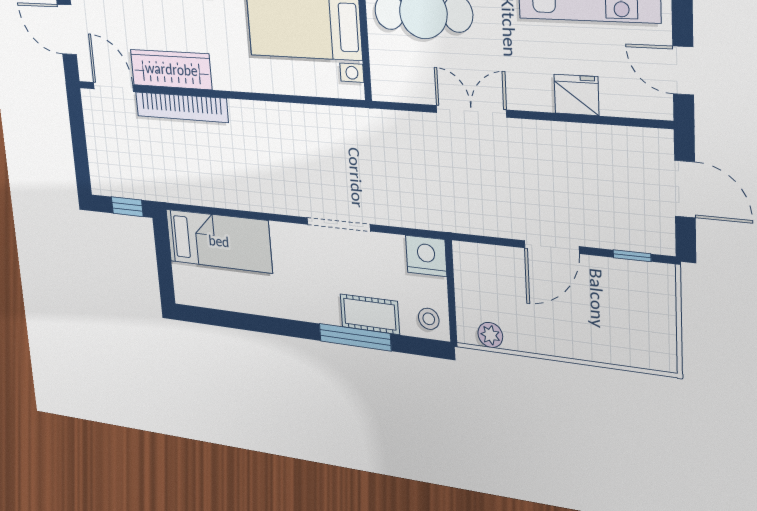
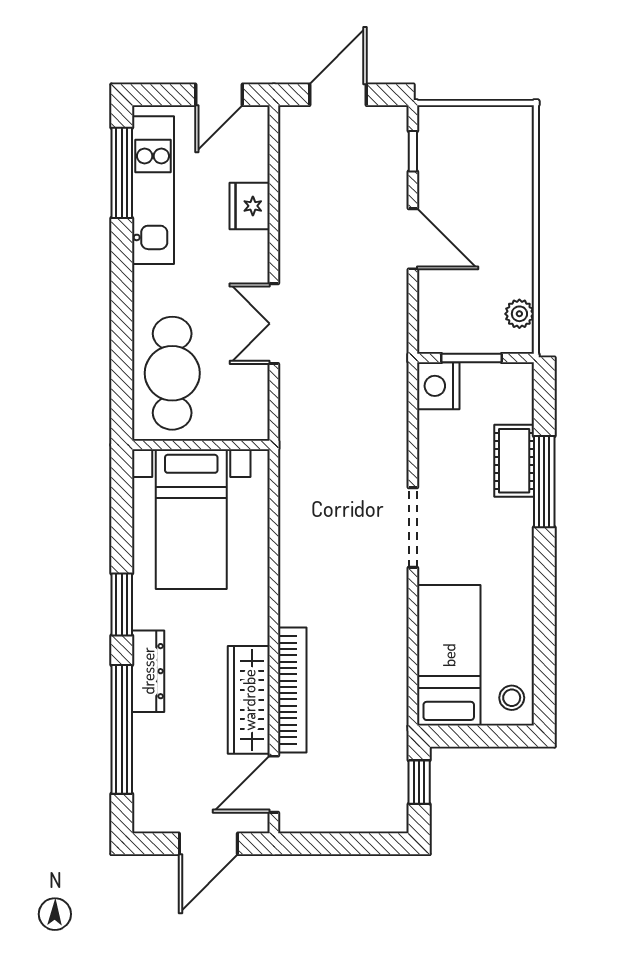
doorway: (338, 224) -> (413, 527), moved
window: (451, 288) -> (472, 358), added
stool: (429, 319) -> (512, 698), moved

